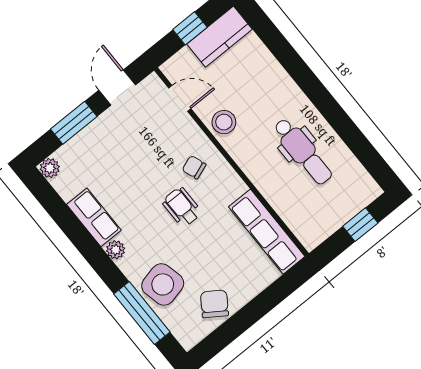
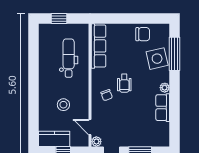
stool: (224, 122) -> (63, 105), moved
dental chair: (303, 151) -> (69, 58), moved
plant: (50, 168) -> (96, 142), moved
chair: (214, 304) -> (143, 34), turned -124

